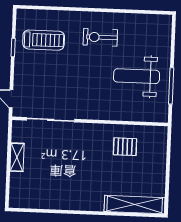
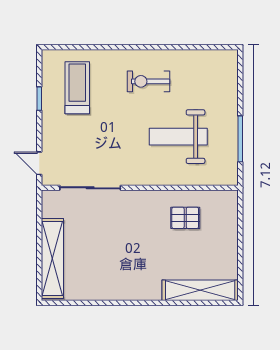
treadmill: (44, 40) -> (77, 88), turned -90
weight bench: (137, 76) -> (178, 137), moved
shelving: (17, 157) -> (52, 259), width x2.20, depth x1.33

